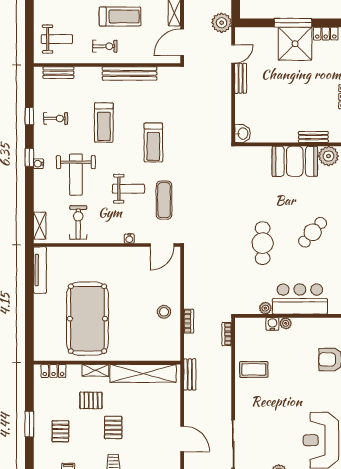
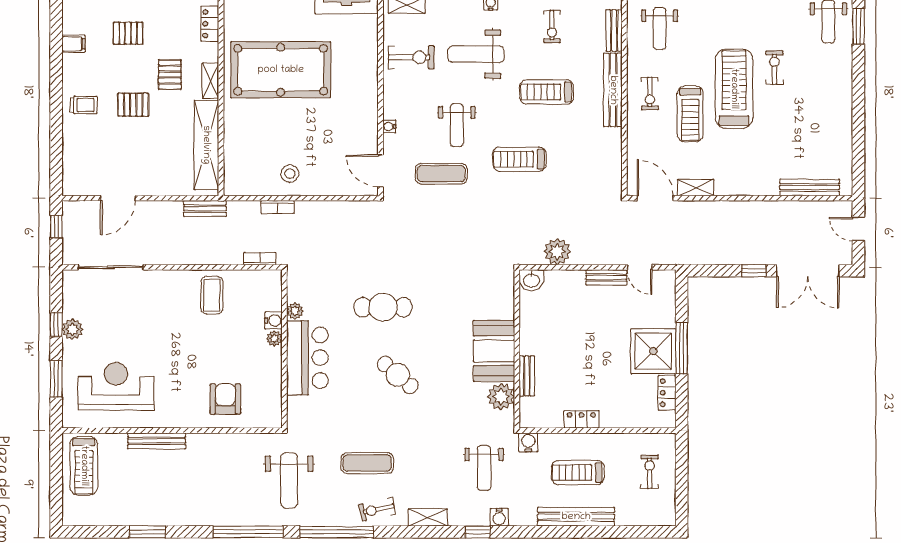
plant: (222, 23) -> (557, 252), moved
bench: (130, 73) -> (613, 90), moved

